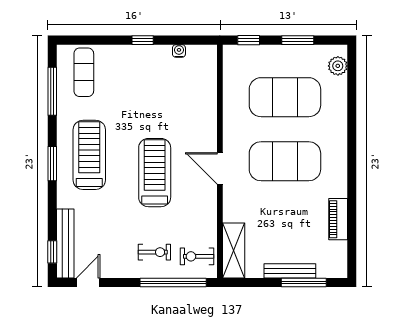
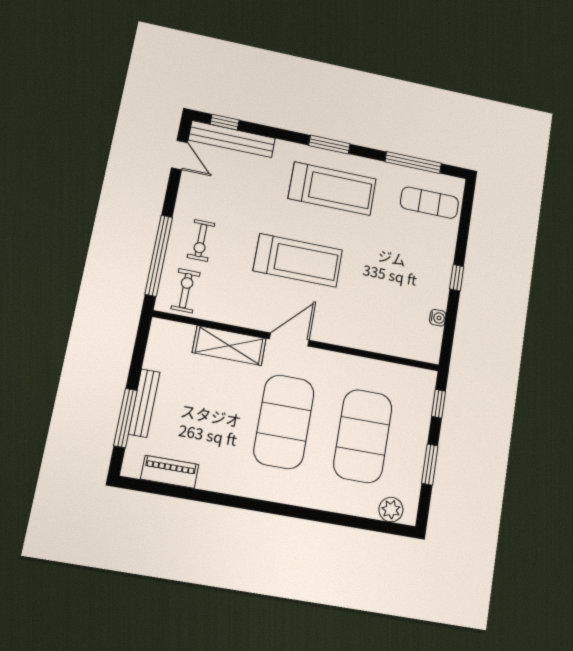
piano: (338, 219) -> (170, 472), moved
shelving: (234, 250) -> (229, 346), moved

